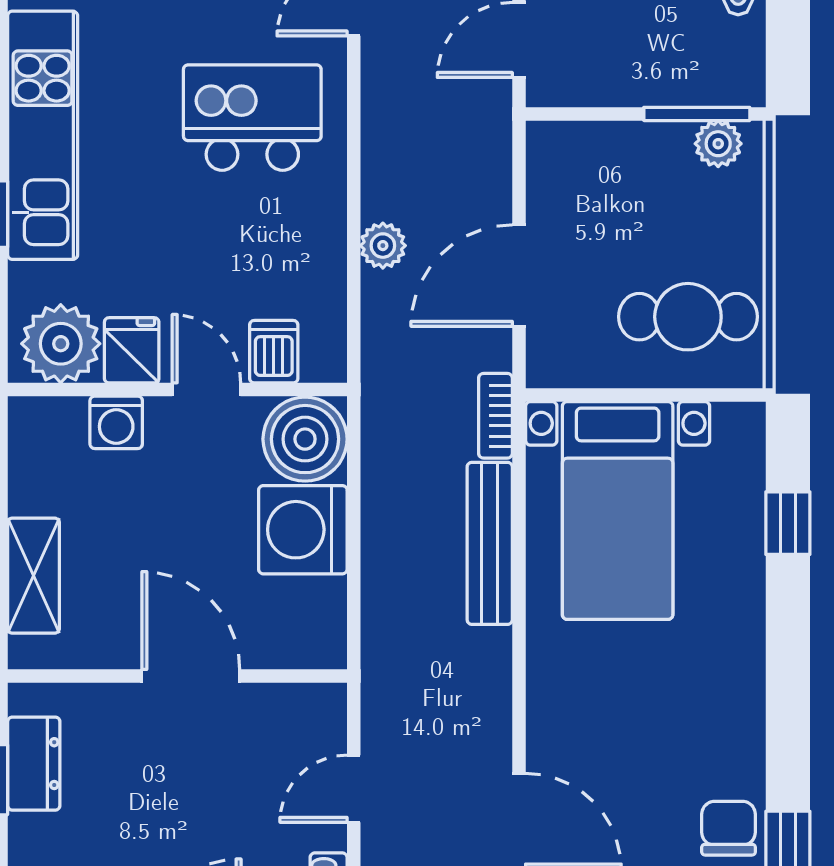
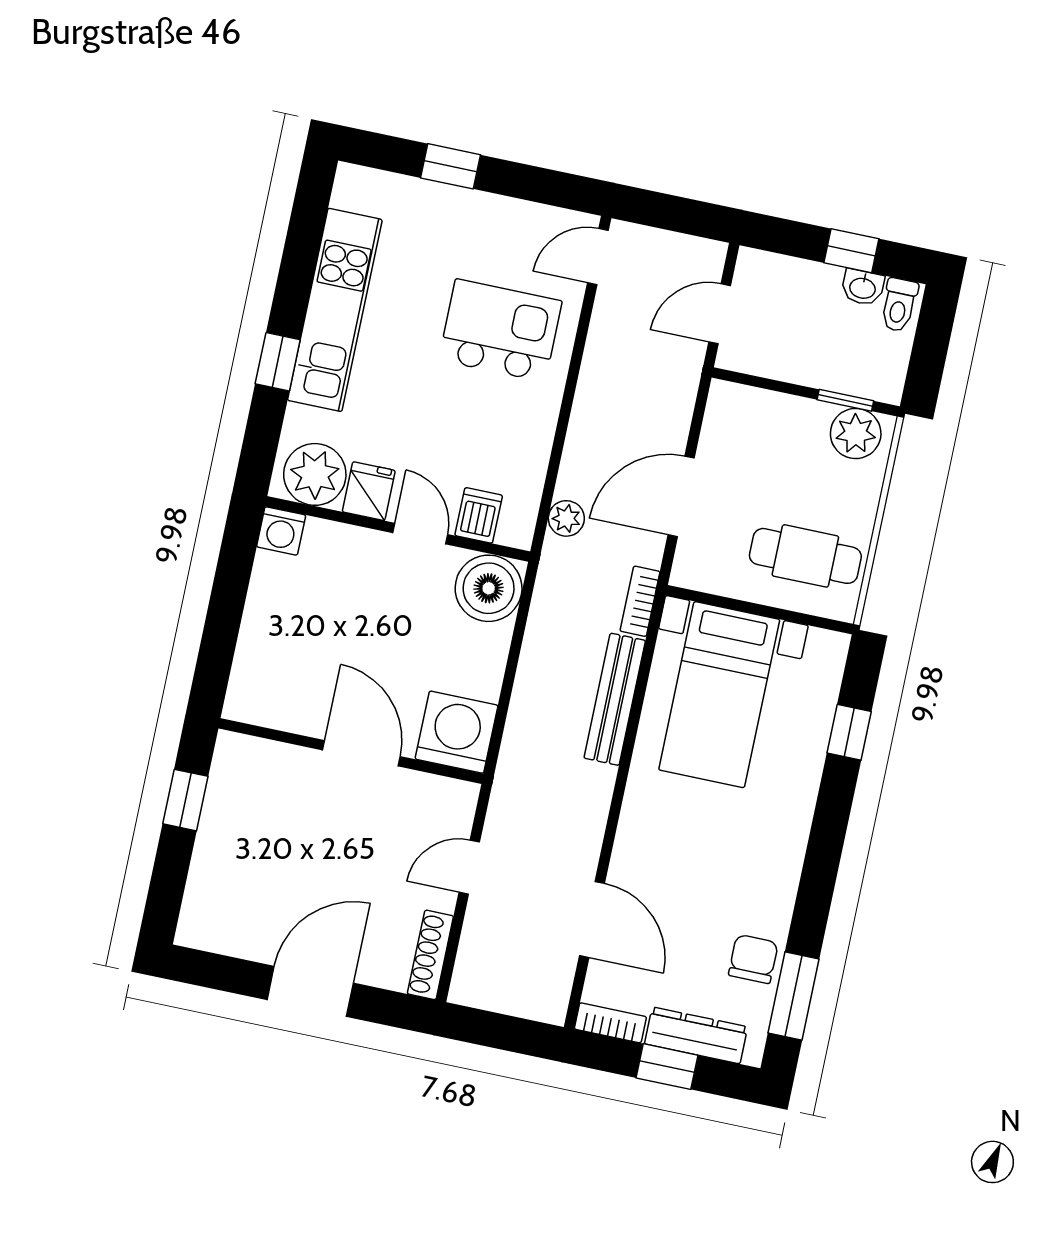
window: (697, 114) -> (845, 400), width x0.67
plant: (718, 144) -> (856, 434), width x1.38, depth x1.38
plant: (383, 246) -> (566, 518), moved
washing machine: (116, 422) -> (281, 531), moved
washing machine: (303, 530) -> (457, 732), moved, turned 90
shelving: (33, 576) -> (256, 650), removed
dresser: (34, 764) -> (225, 795), removed

